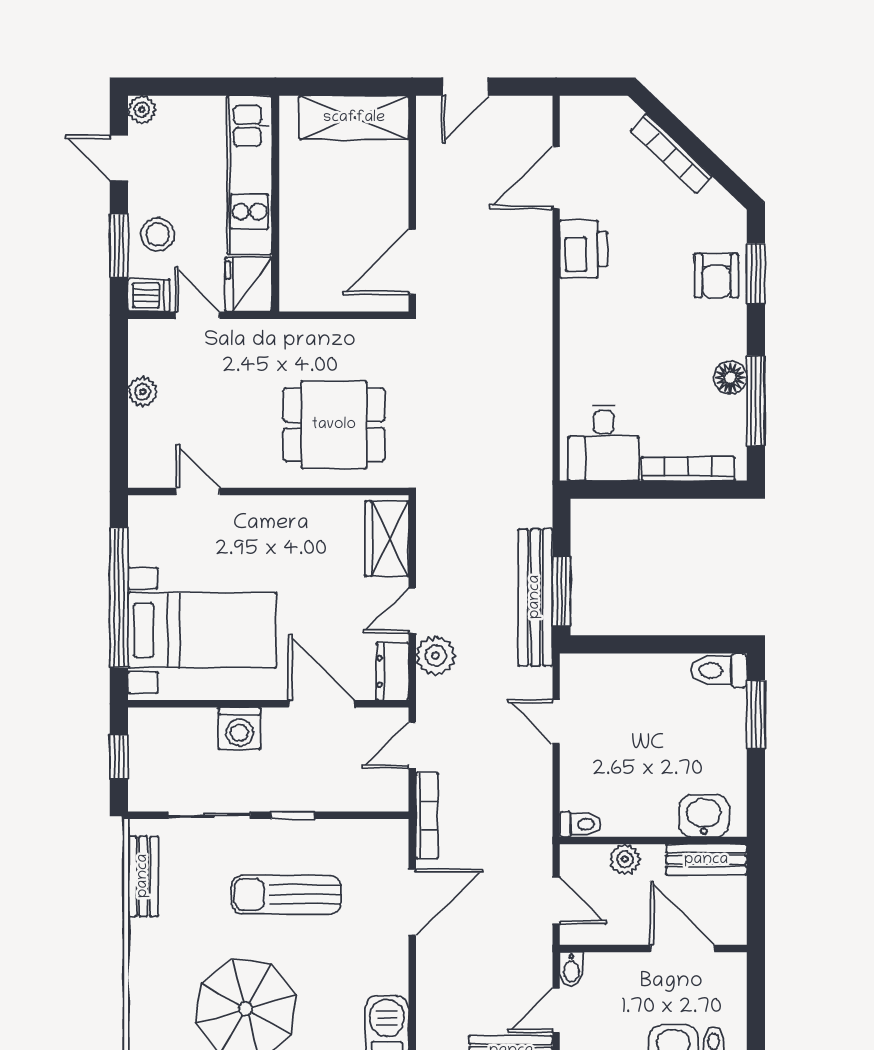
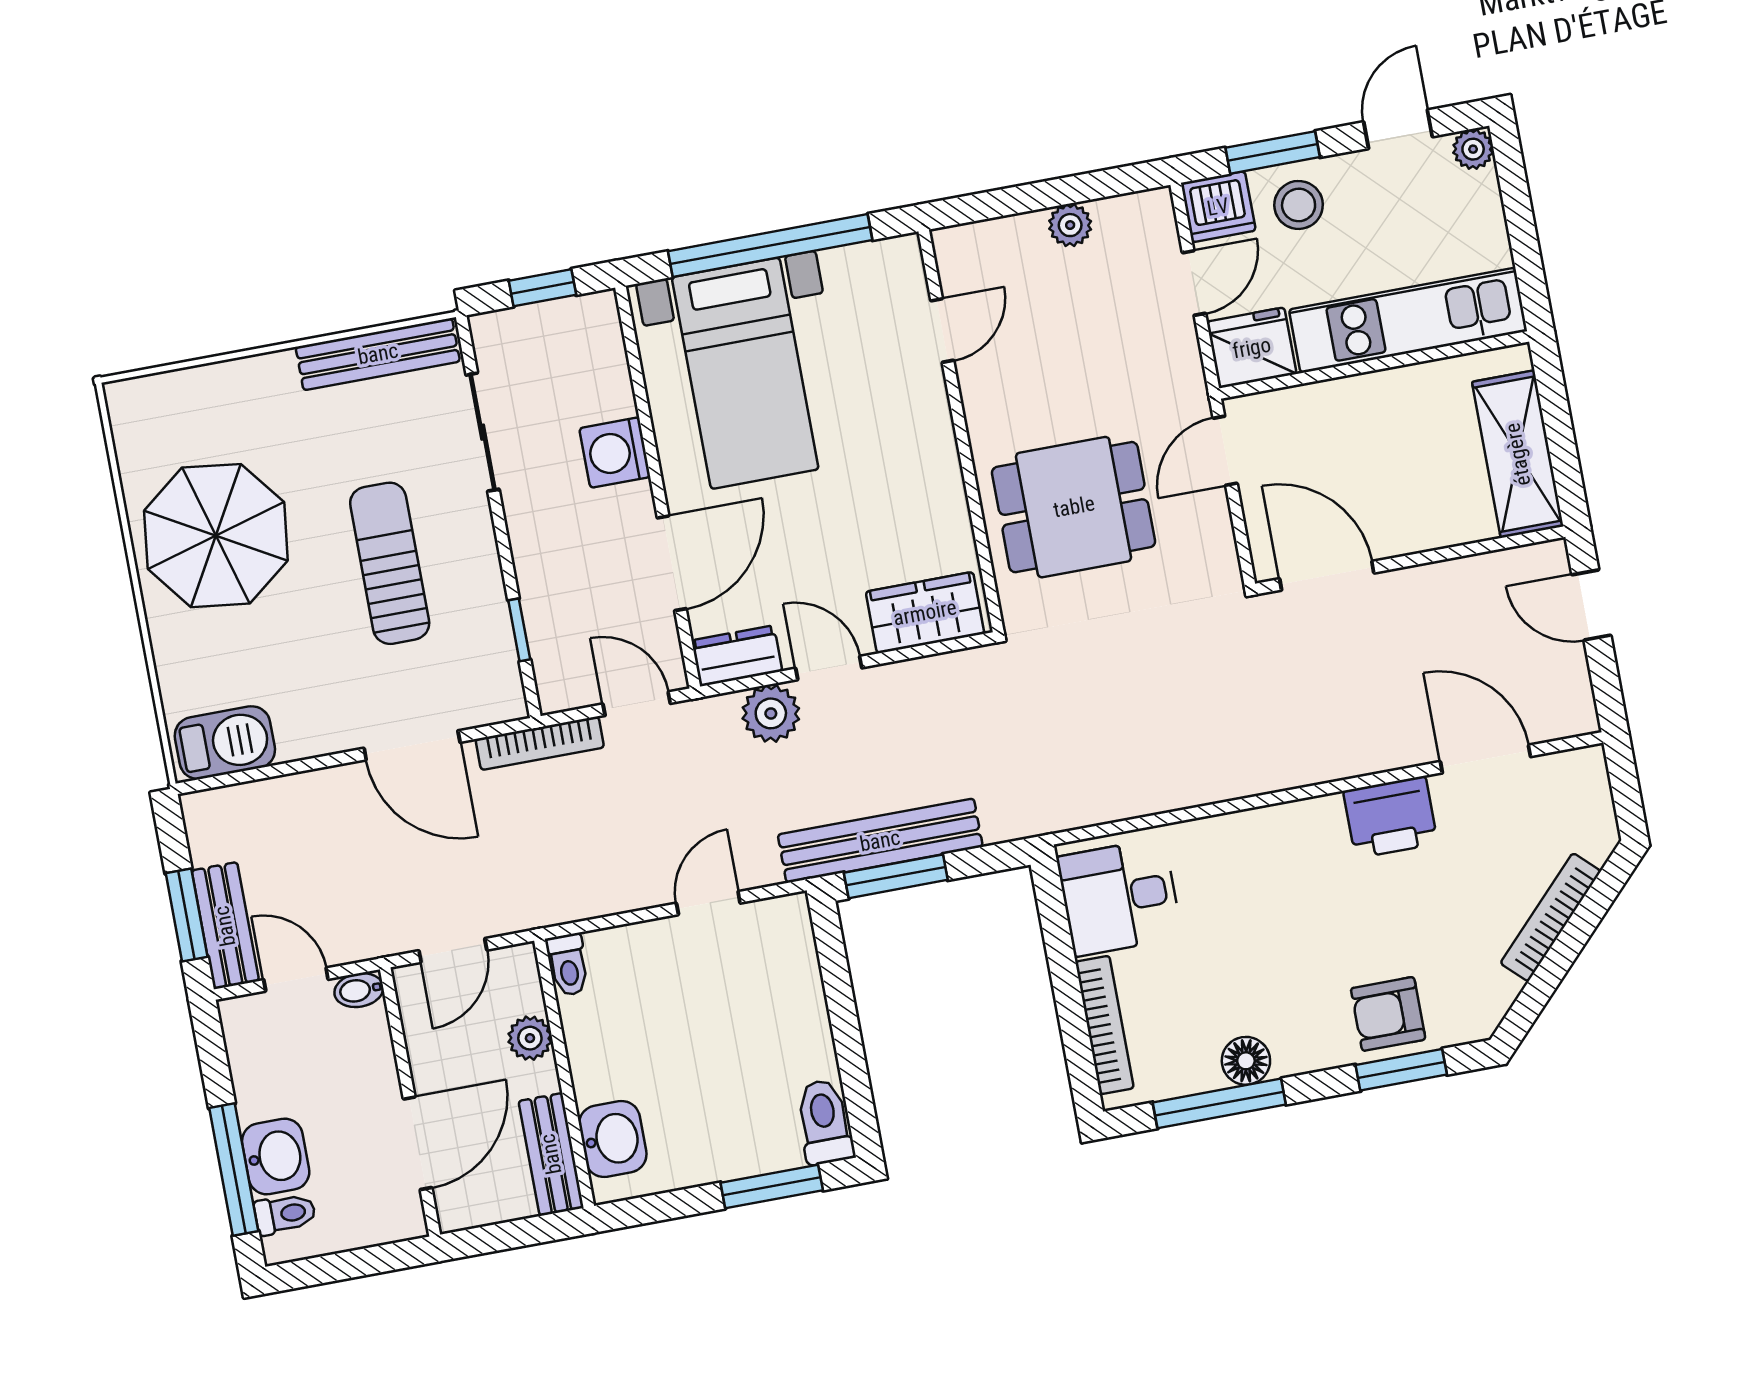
dishwasher: (149, 295) -> (1218, 207), width x1.38
door: (315, 315) -> (1225, 451), added
dining table: (334, 425) -> (1074, 507), turned 90
window: (293, 815) -> (519, 630), moved
bench: (143, 876) -> (378, 354), width x1.36

